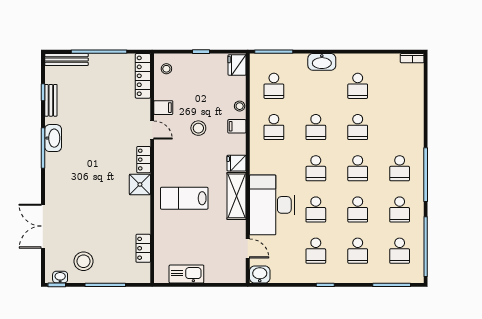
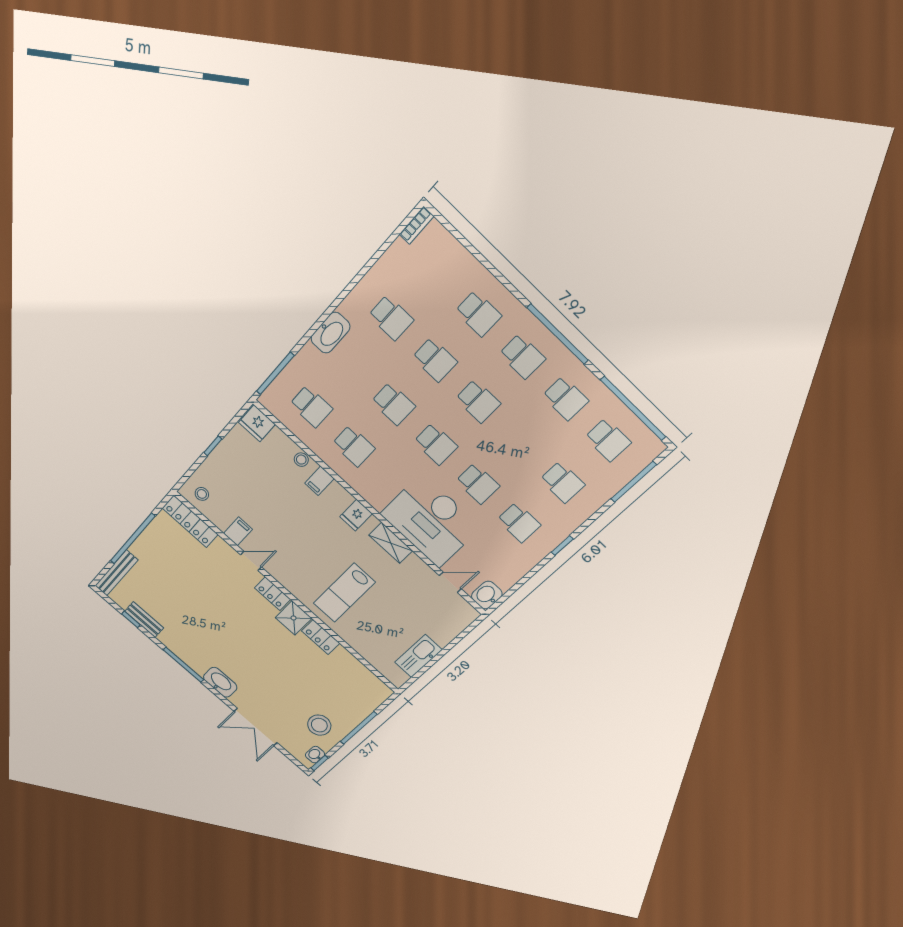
stool: (198, 128) -> (288, 518), removed
washbasin: (53, 138) -> (220, 682), moved
shelving: (237, 196) -> (391, 543), width x0.67, depth x0.75
school desk: (358, 209) -> (478, 314), moved
locker: (143, 248) -> (321, 637), moved

